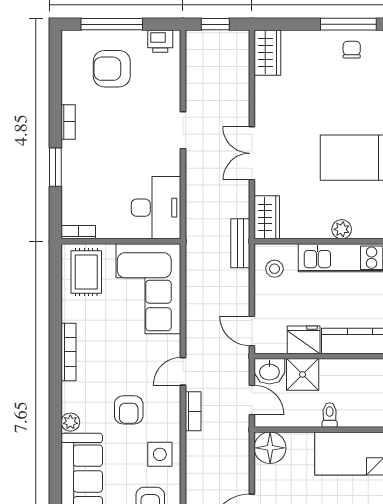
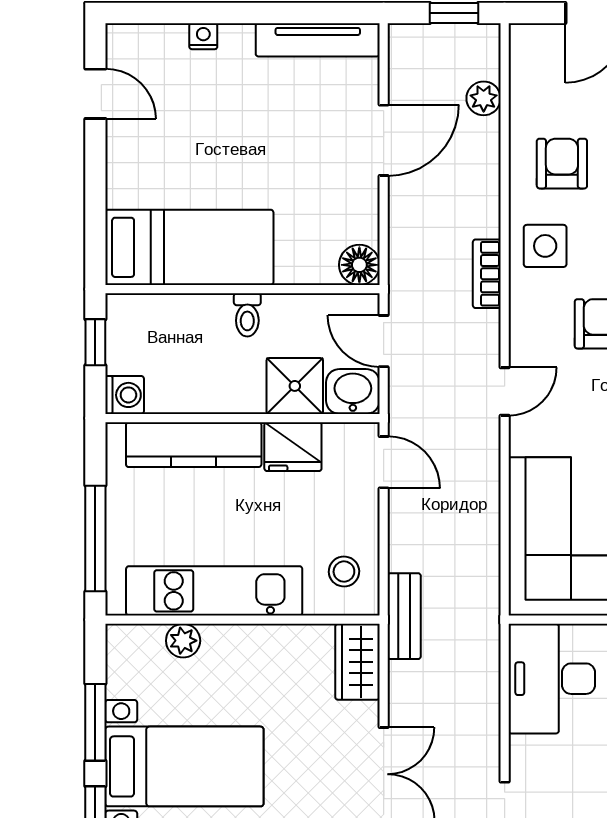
plant: (342, 229) -> (183, 641), moved
bookcase: (193, 411) -> (487, 274), moved
floor lamp: (270, 448) -> (359, 265), width x0.73, depth x0.73

